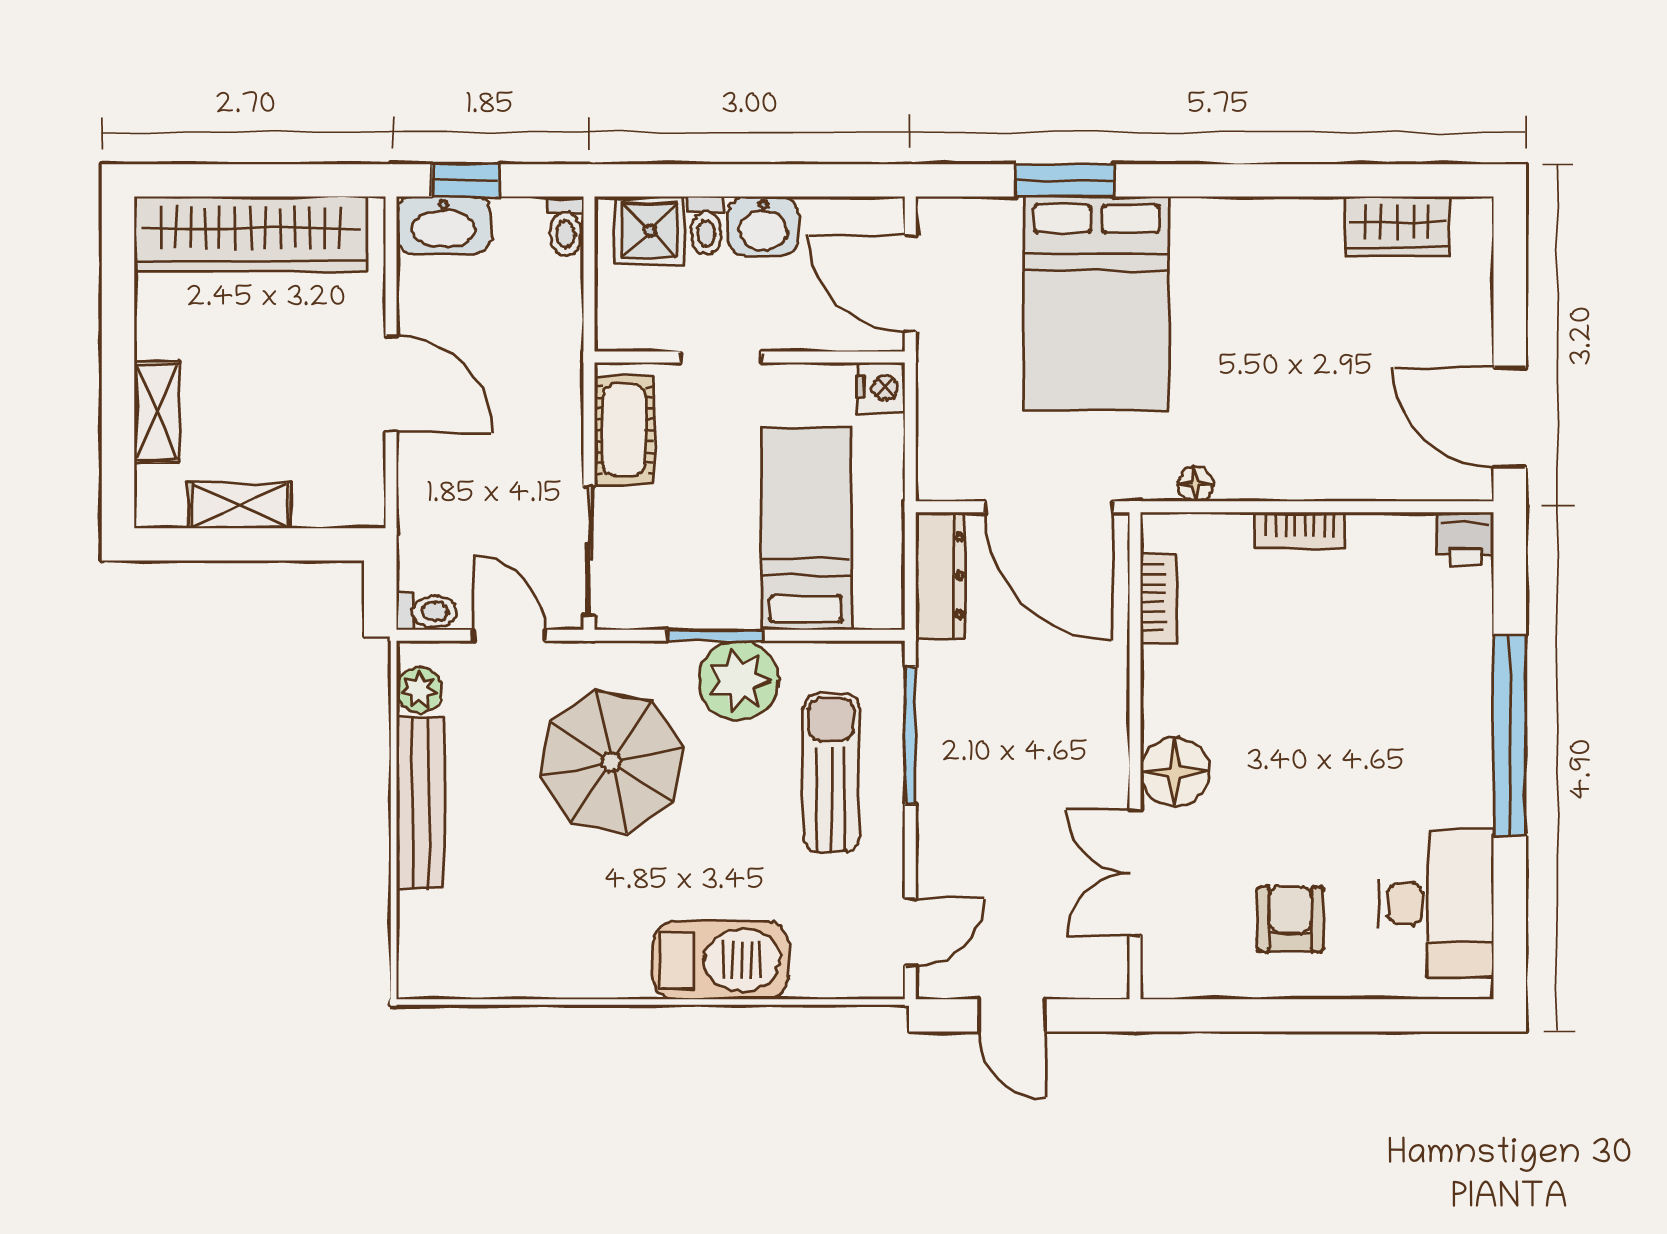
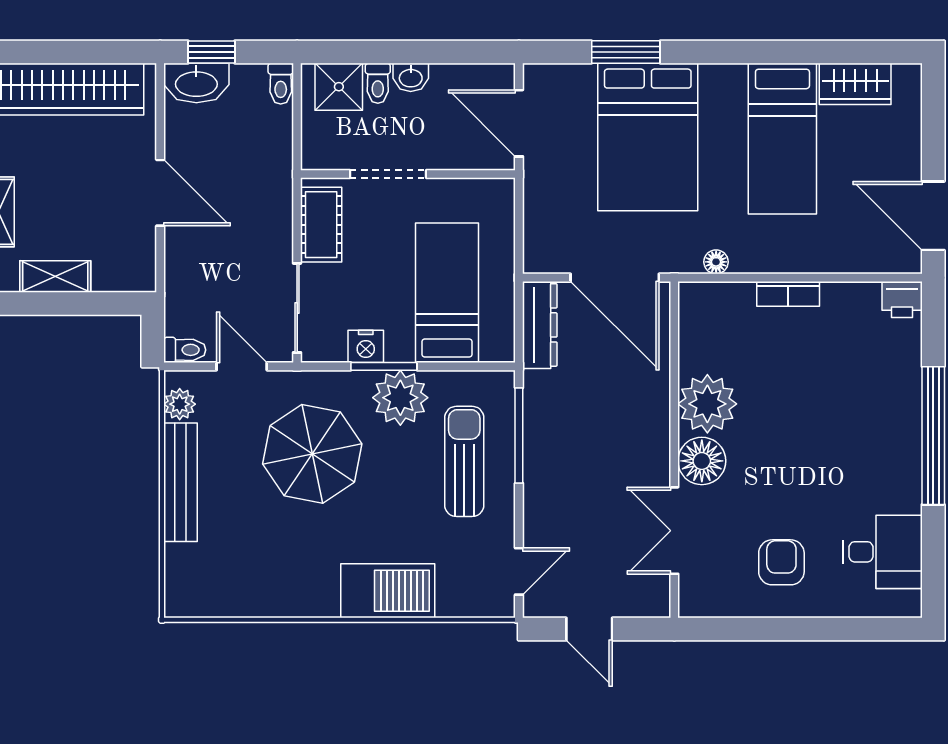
washbasin: (763, 226) -> (411, 77), width x0.72, depth x0.69
bed: (1292, 306) -> (782, 139), added
doorway: (721, 357) -> (388, 174), width x1.38
nightstand: (881, 388) -> (366, 346), moved, turned 90
bookcase: (1158, 598) -> (690, 341), removed
plant: (1183, 689) -> (707, 404), added
desk: (1436, 904) -> (882, 552), width x0.73

